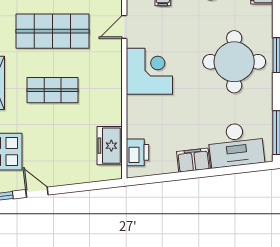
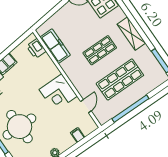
freezer: (110, 146) -> (55, 46), width x1.40

